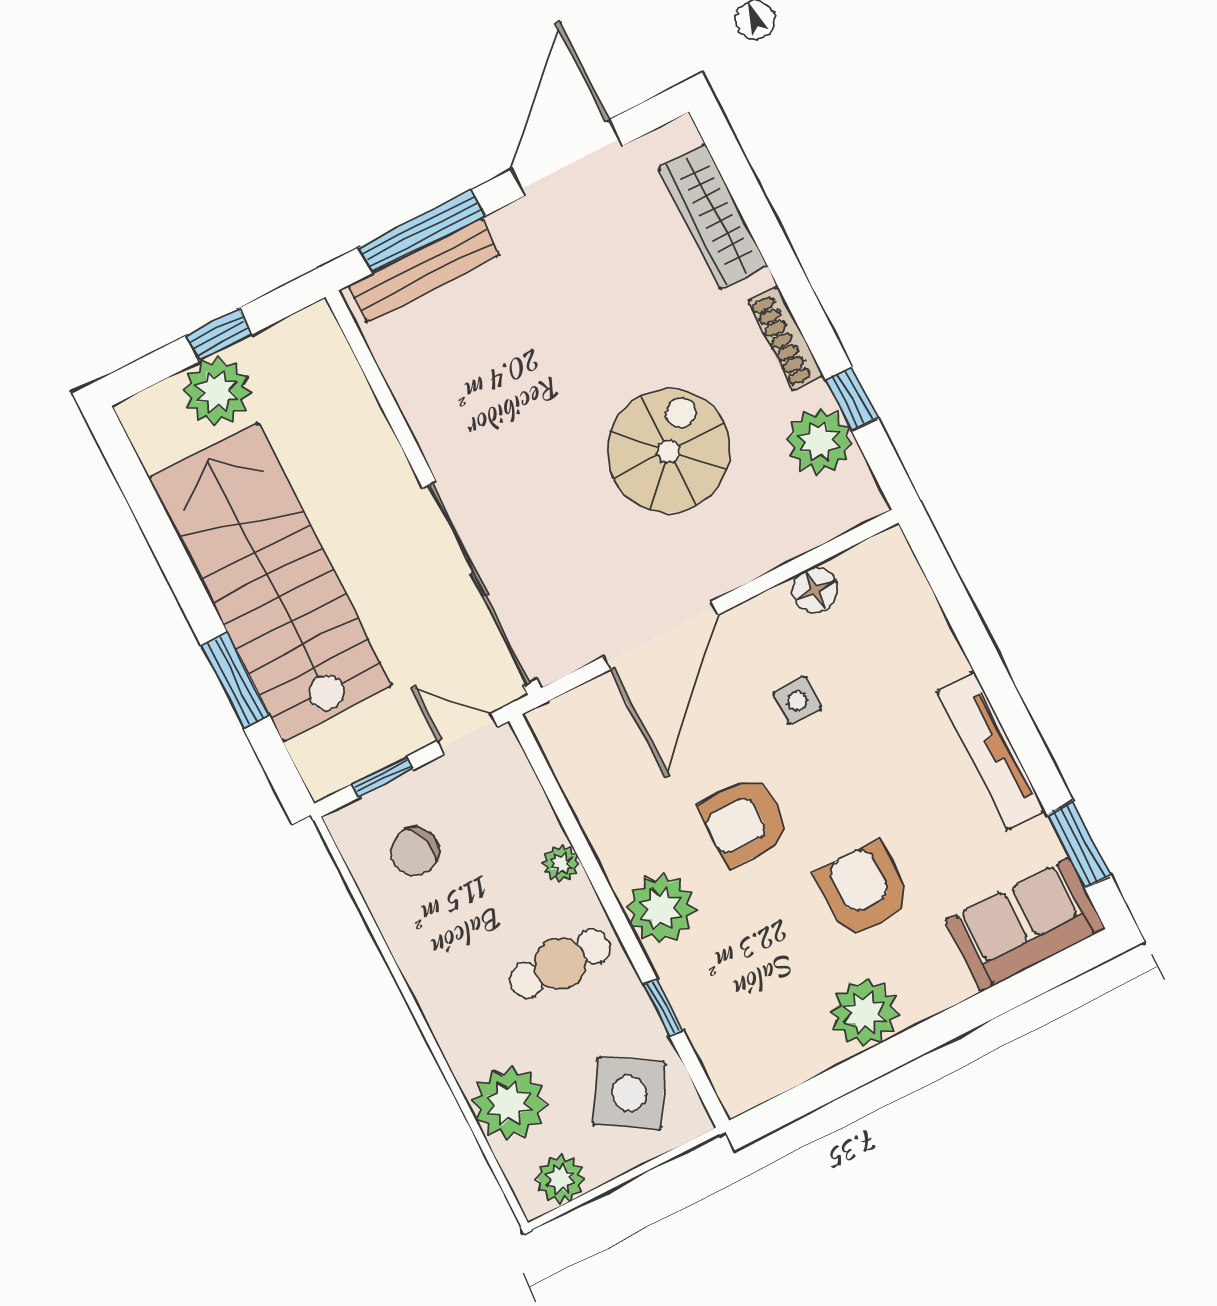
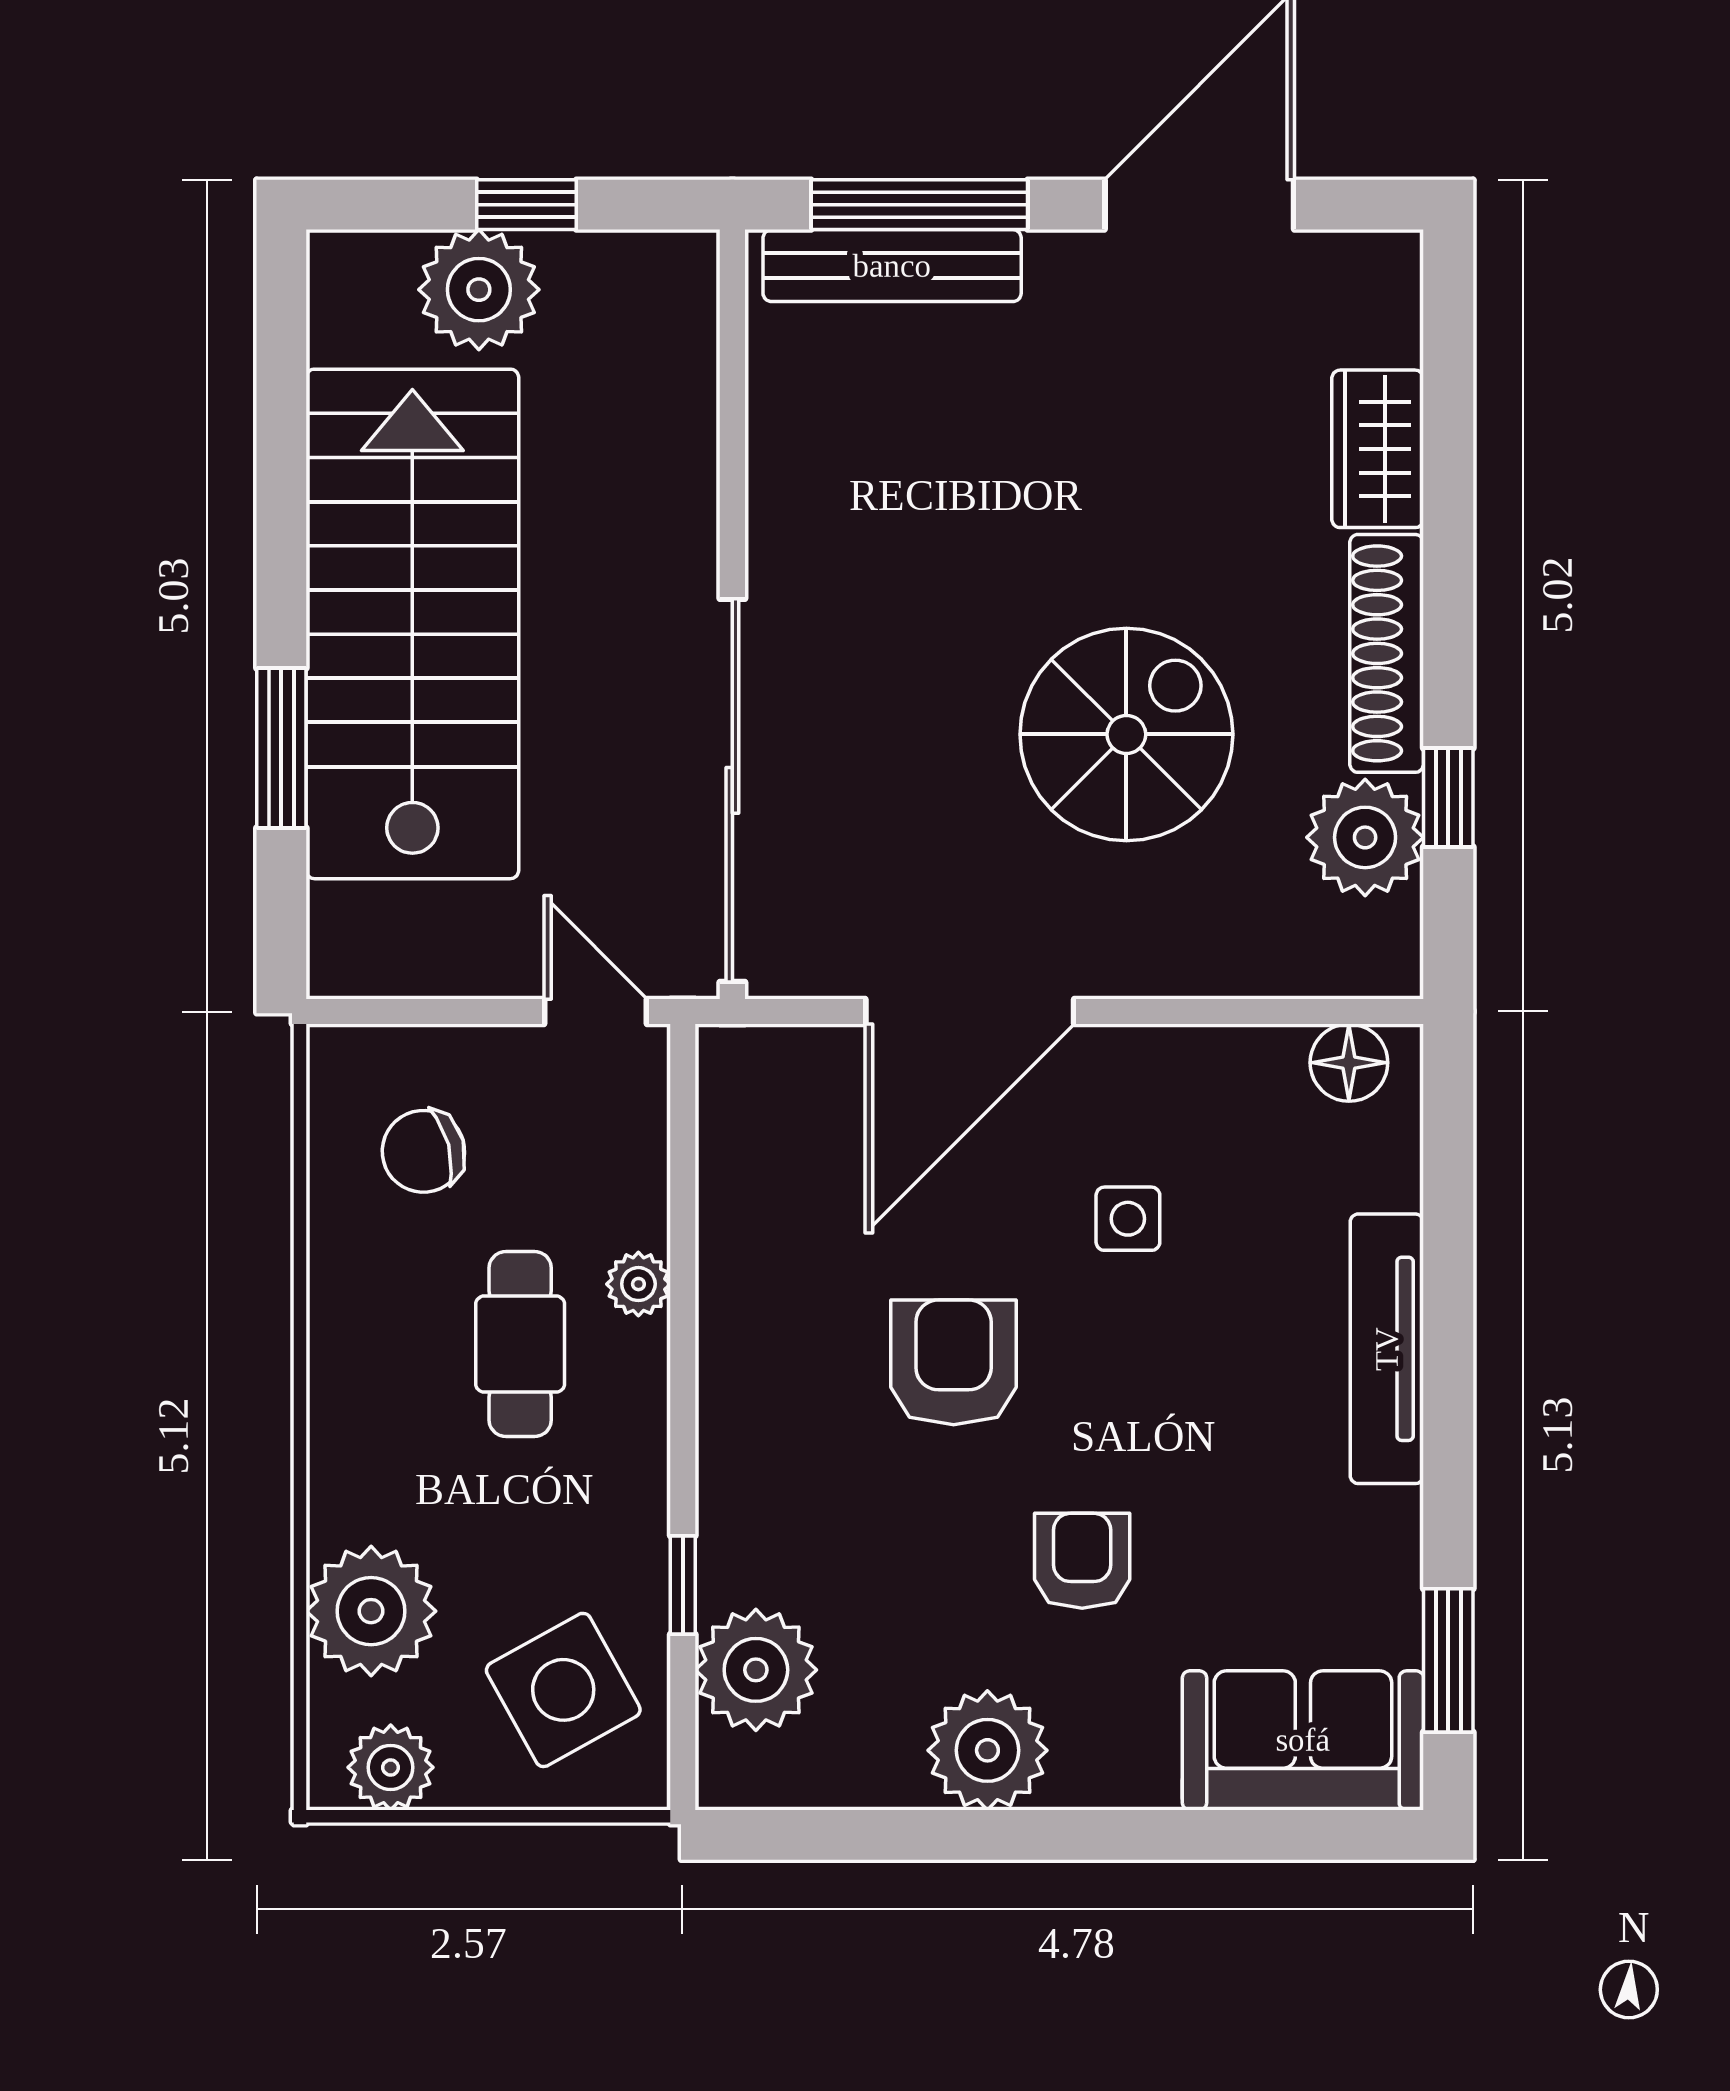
wardrobe: (713, 217) -> (1378, 449), width x0.67
shoe rack: (786, 339) -> (1387, 653), width x1.36, depth x1.24
floor lamp: (815, 590) -> (1349, 1063), moved
tv unit: (991, 751) -> (1387, 1349), moved
window: (383, 777) -> (433, 1011), removed
armchair: (745, 821) -> (954, 1362), turned 90
armchair: (864, 890) -> (1082, 1561), width x0.72, depth x0.72
plant: (661, 909) -> (756, 1670), moved
cafe table: (560, 964) -> (520, 1344), moved, turned 90
side table: (629, 1093) -> (563, 1690), turned 30

